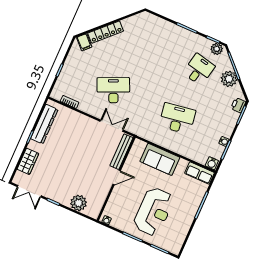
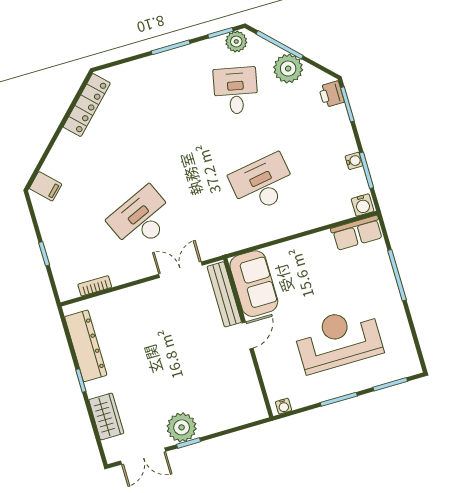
locker: (106, 32) -> (87, 105), moved
sofa: (160, 159) -> (254, 284), moved, turned -90
plant: (79, 203) -> (182, 427), moved
reception desk: (154, 212) -> (338, 340), turned -90

